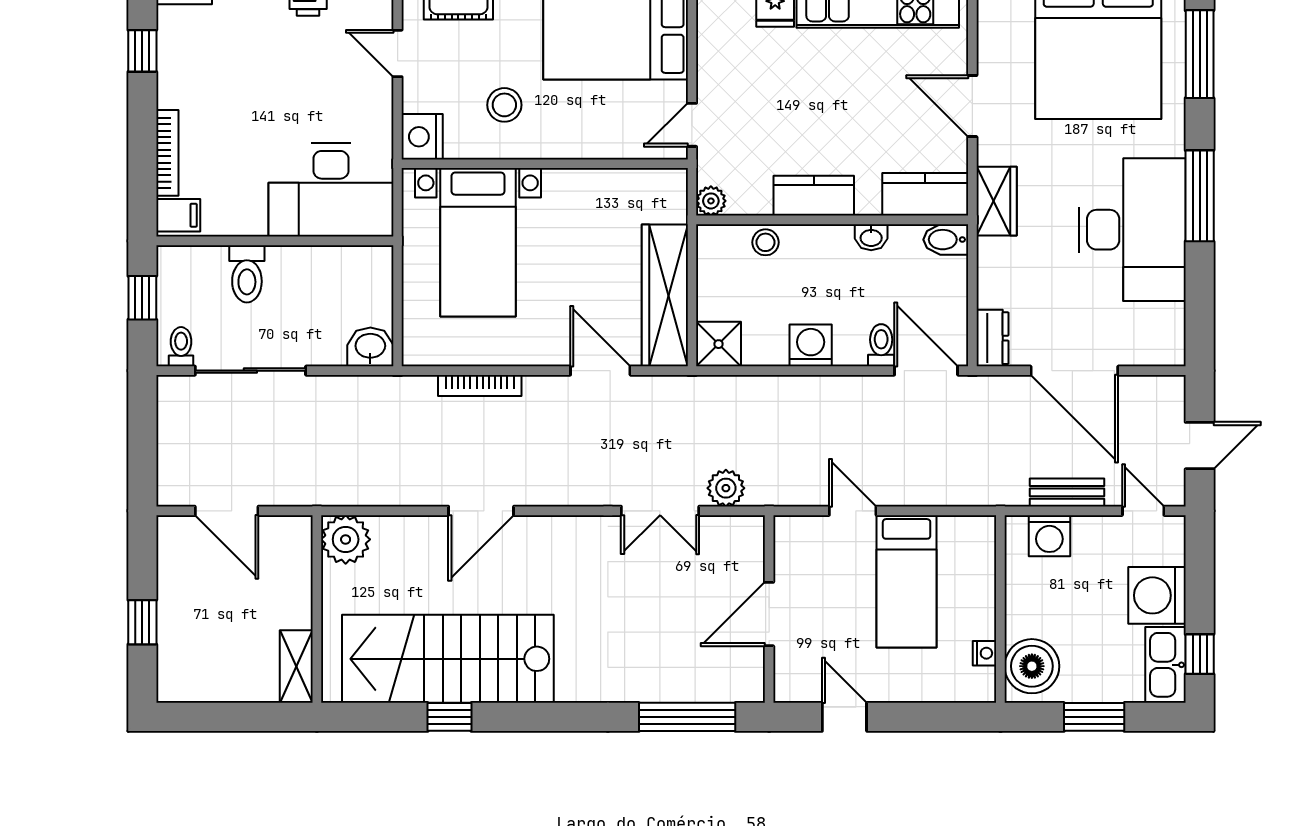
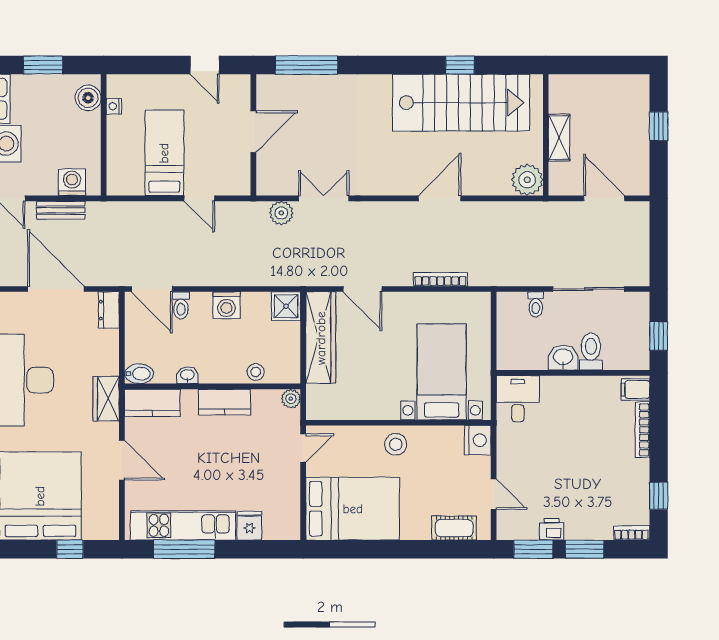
stool: (504, 105) -> (396, 444), moved
desk: (331, 190) -> (518, 399), width x0.53, depth x0.77
toilet: (181, 347) -> (536, 304), moved
washbasin: (370, 347) -> (563, 358), moved, turned 180
boiler: (1032, 666) -> (88, 98), width x0.73, depth x0.73
shelving: (296, 667) -> (559, 138), moved

